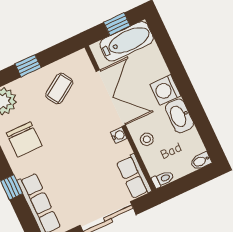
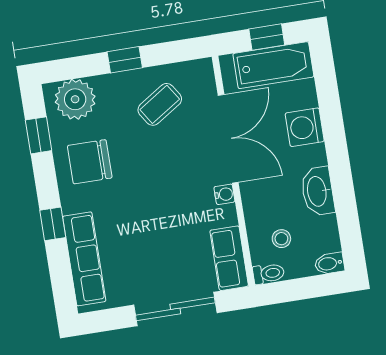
washing machine: (165, 90) -> (305, 127), moved
chair: (24, 139) -> (90, 162), turned 90
stool: (147, 139) -> (281, 239), moved

